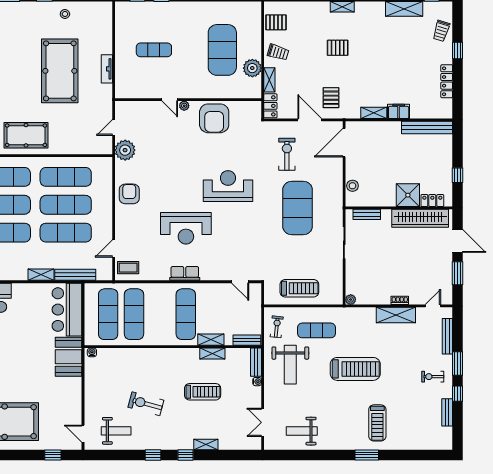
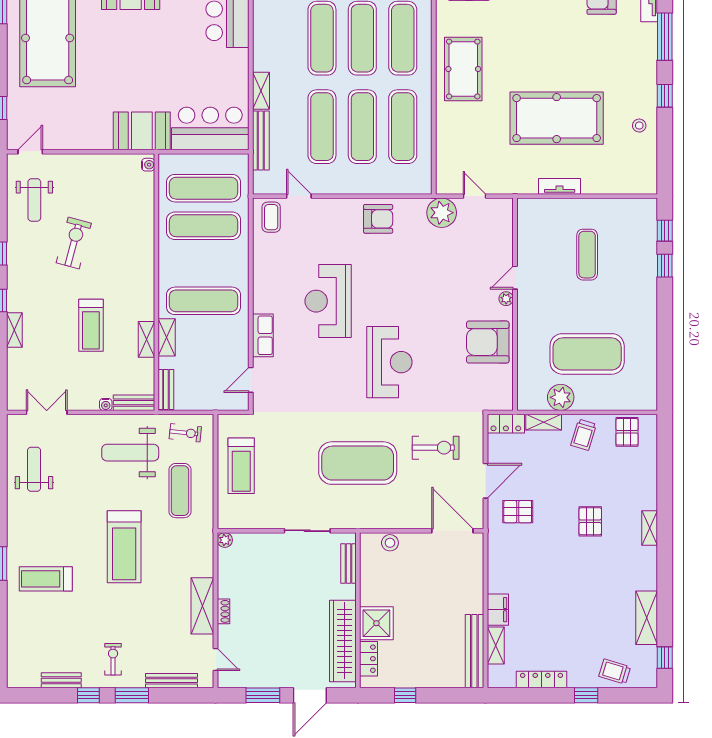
shelving: (374, 113) -> (496, 646), moved
row of seats: (185, 273) -> (263, 335), moved

